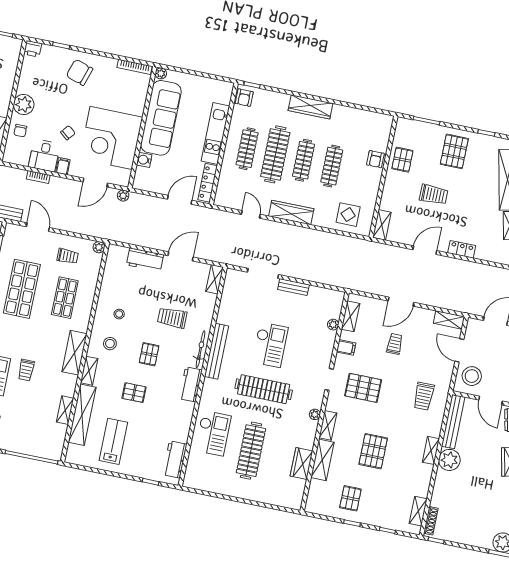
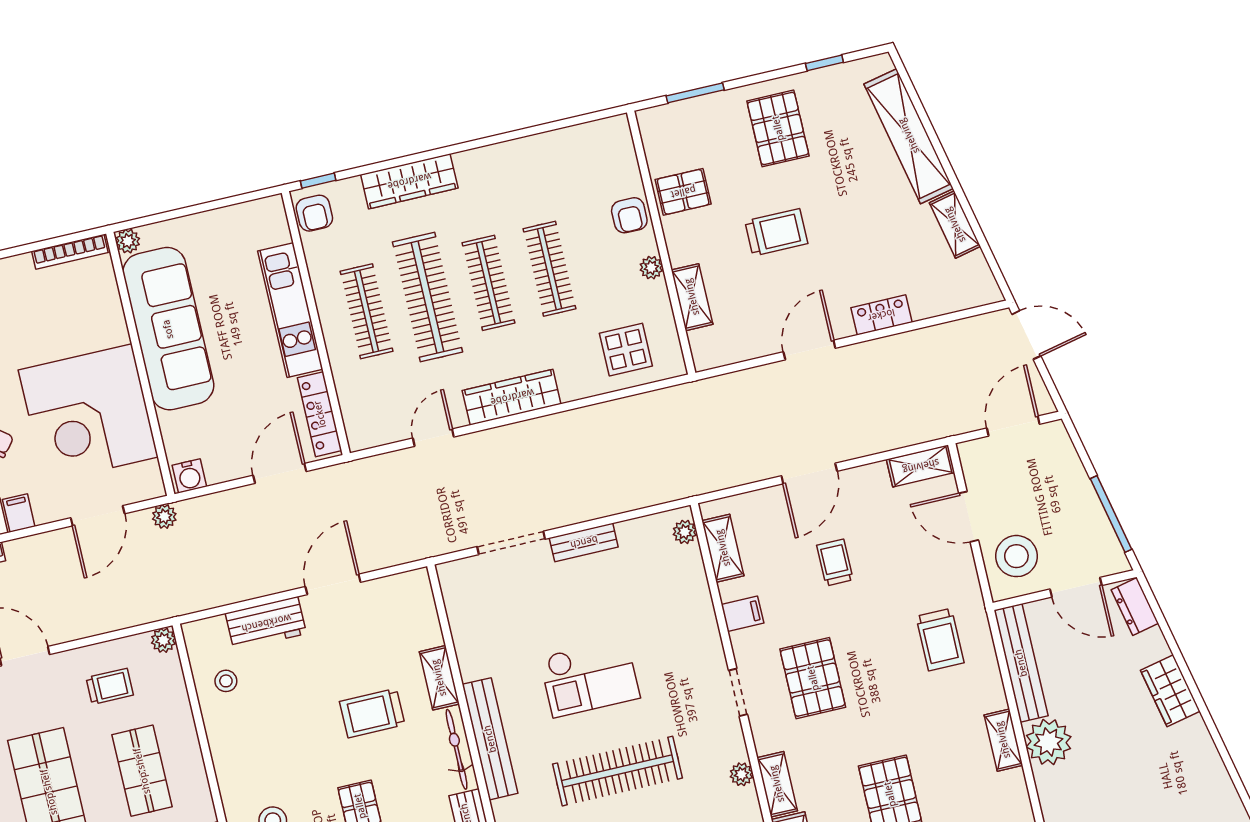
wardrobe: (310, 107) -> (409, 181), moved
water cooler: (144, 160) -> (189, 476), moved, turned -90
pallet: (402, 160) -> (683, 192), turned 90
plant: (375, 185) -> (651, 268), added
door: (251, 214) -> (433, 438), hinge flipped
shelving: (382, 225) -> (692, 297), moved
shelving: (215, 279) -> (439, 678), moved
stool: (119, 314) -> (226, 681), moved
plant: (333, 325) -> (685, 532), moved
checkout: (270, 345) -> (590, 678), turned 90
pallet: (363, 388) -> (813, 678), turned 90

